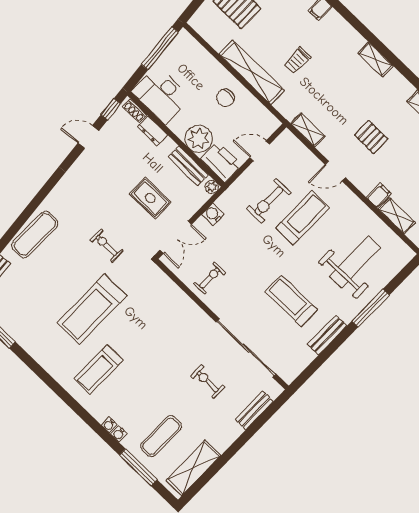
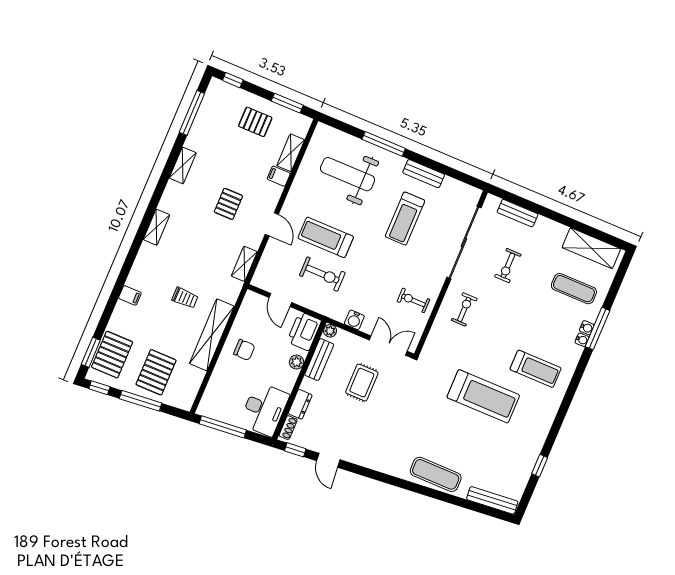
plant: (199, 139) -> (297, 362), width x0.53, depth x0.53
exercise bike: (107, 245) -> (464, 309), moved, turned 180
window: (138, 467) -> (598, 329), moved

